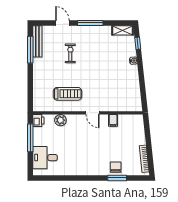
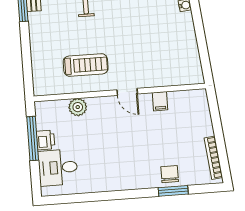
printer: (38, 120) -> (45, 140), moved

